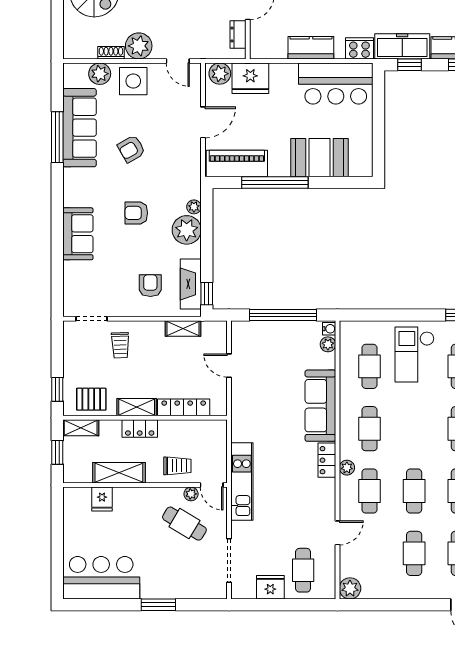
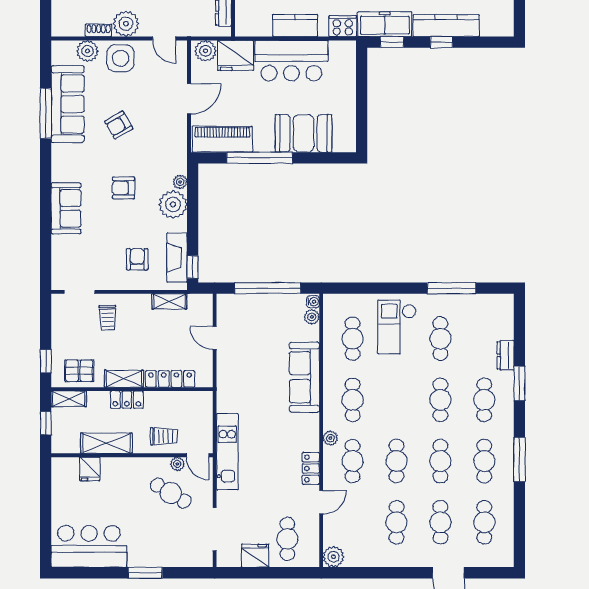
bar counter: (336, 83) -> (291, 61), moved
locker: (327, 460) -> (311, 468), moved

